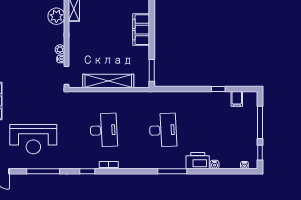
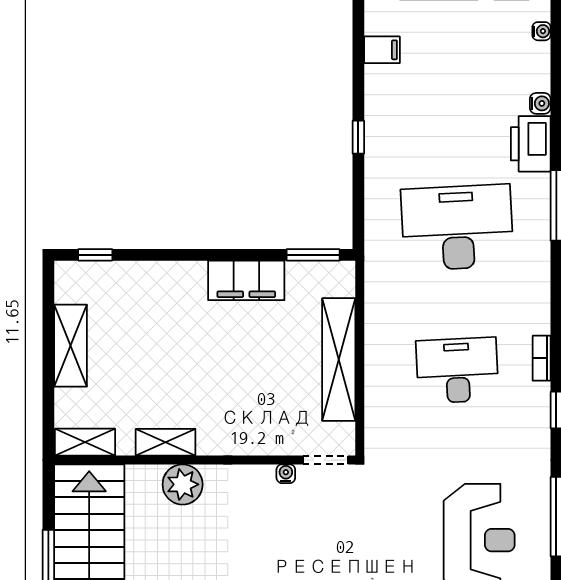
filing cabinet: (141, 30) -> (246, 280), moved
plant: (60, 49) -> (263, 476), removed
window: (218, 89) -> (358, 137), moved
desk: (163, 130) -> (457, 228), width x1.36, depth x1.30

